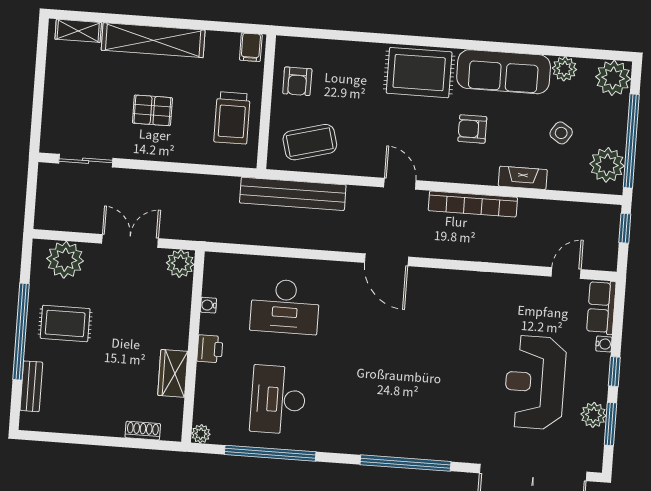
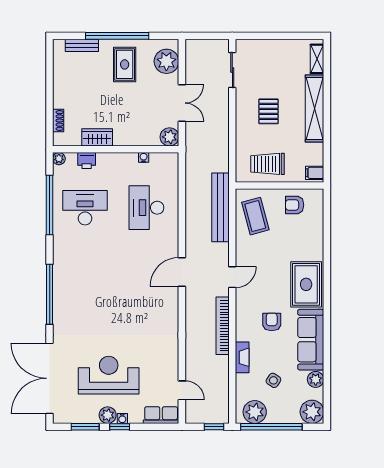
water cooler: (604, 344) -> (122, 418), moved
printer: (210, 349) -> (87, 161), moved
plant: (593, 415) -> (108, 415), moved

